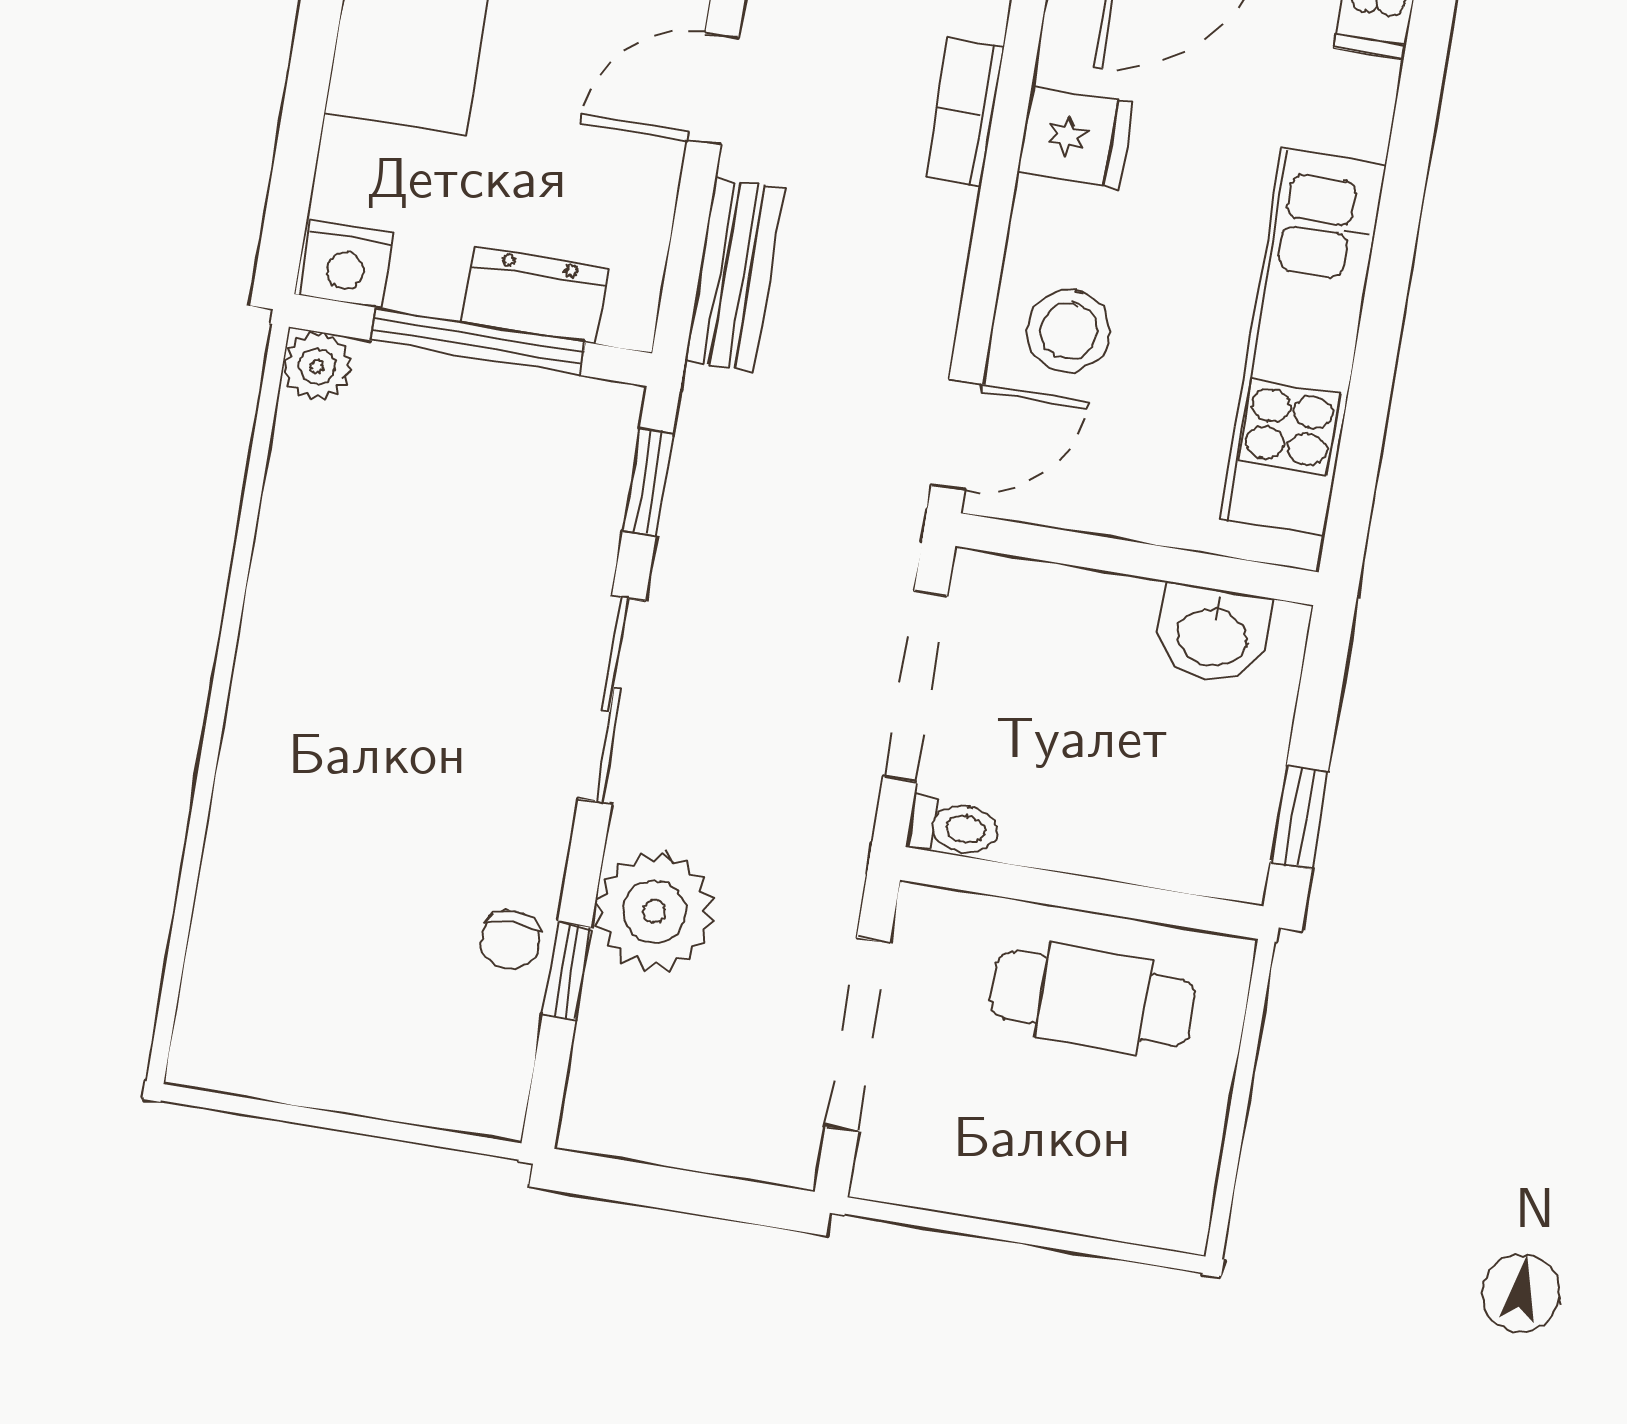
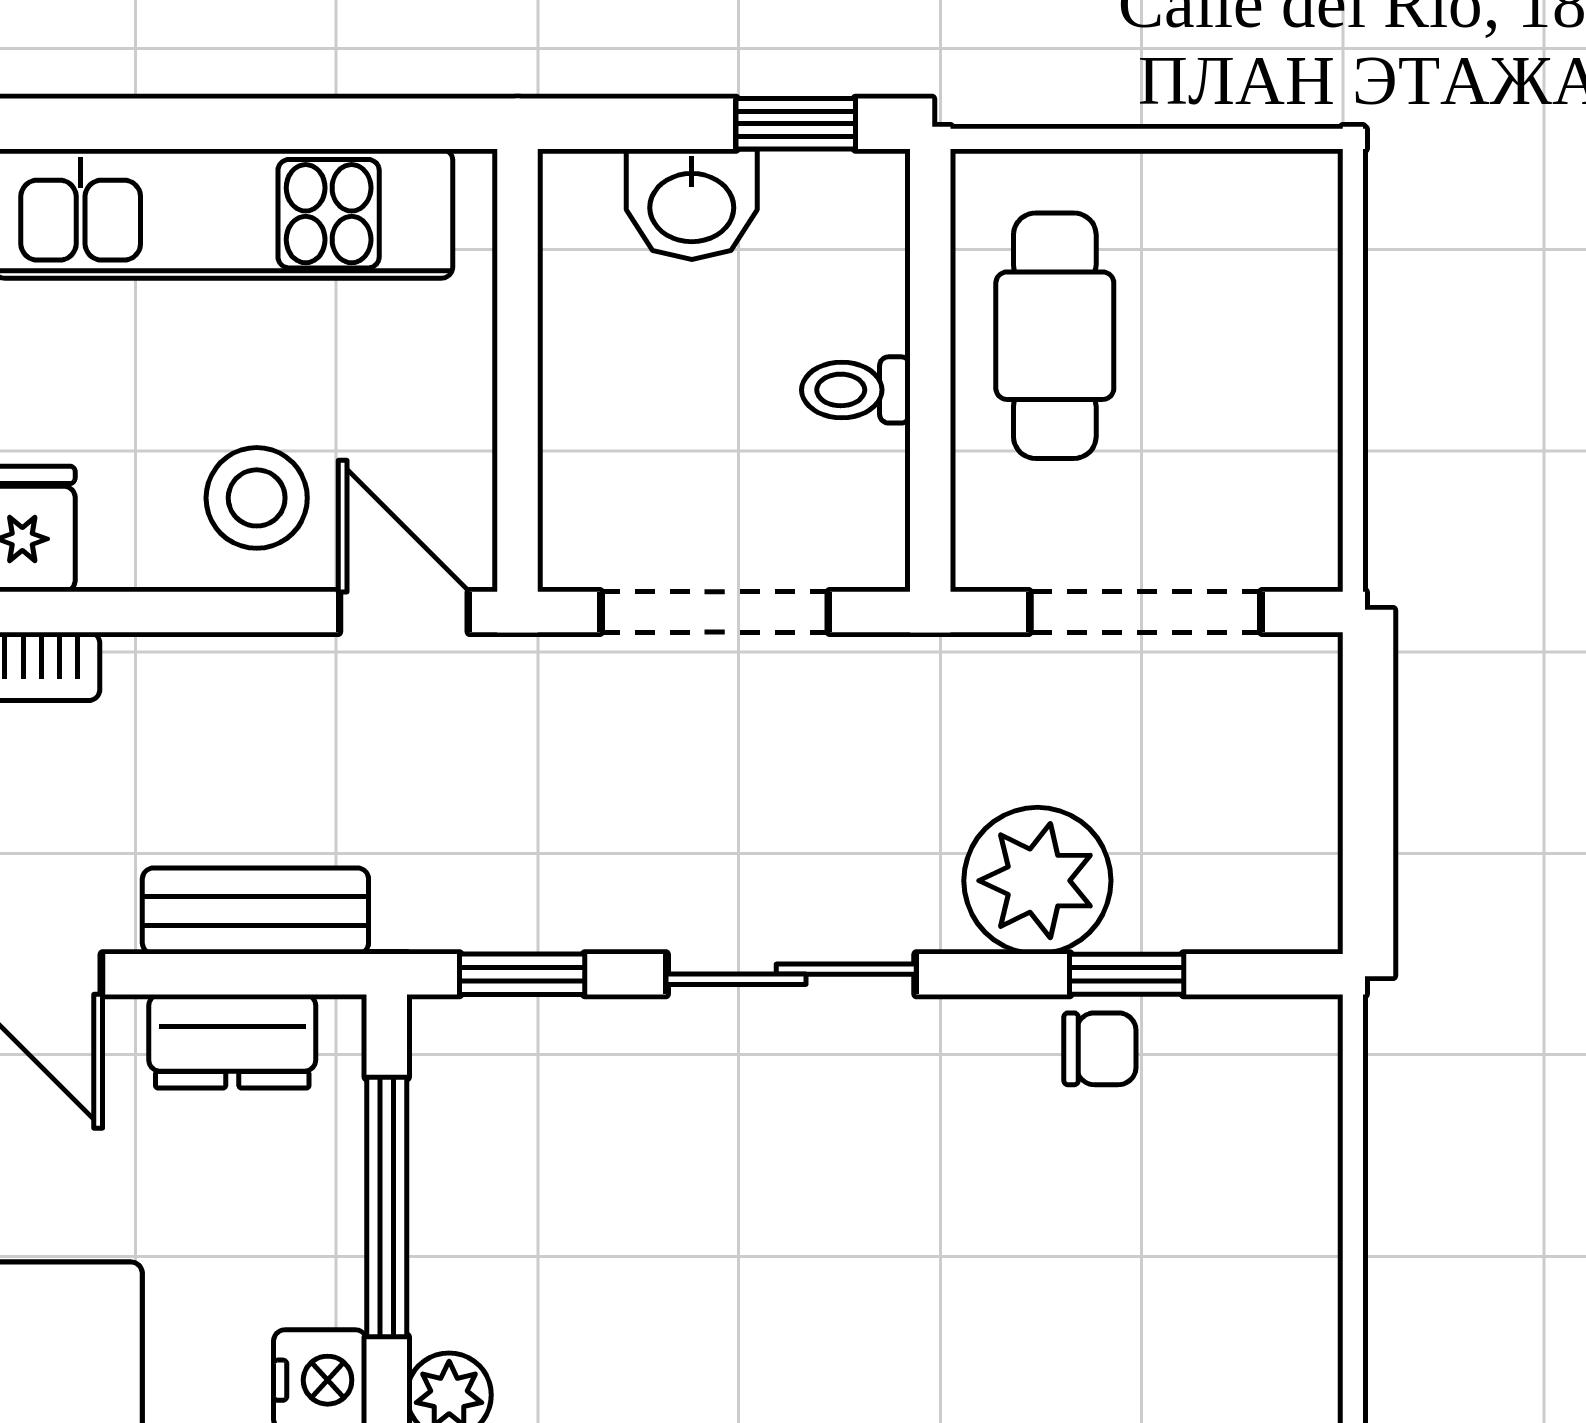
dresser: (535, 295) -> (232, 1041), moved, turned -90
washbasin: (1212, 634) -> (692, 204), moved, turned 90
toilet: (954, 827) -> (856, 390), moved, turned -90

